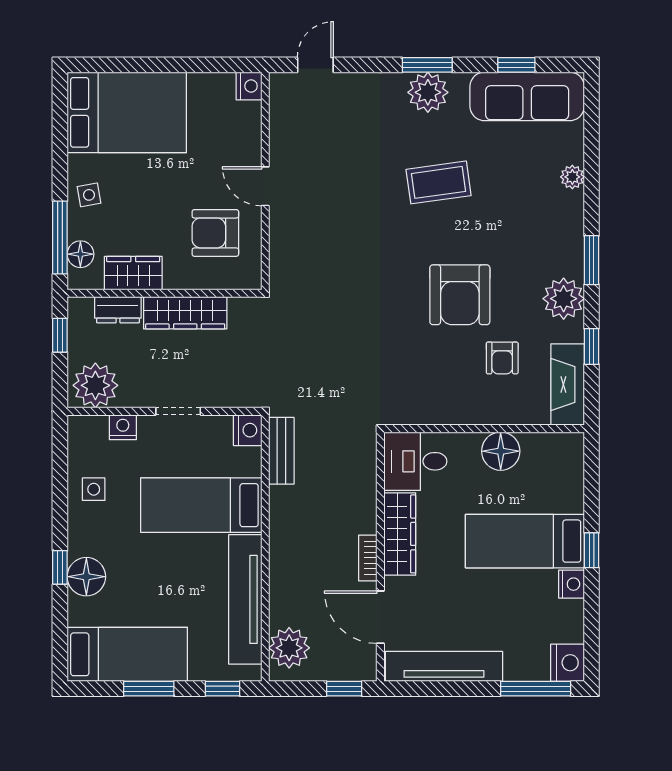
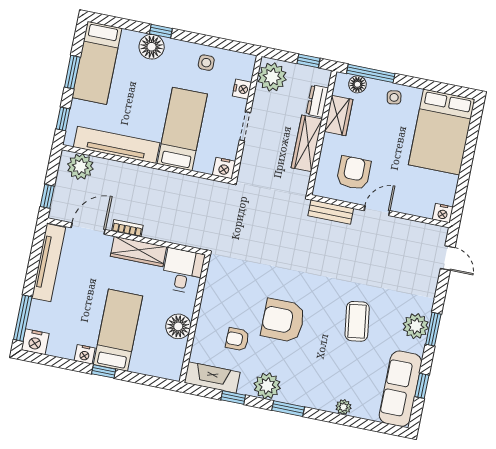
bench: (281, 451) -> (331, 212), moved

